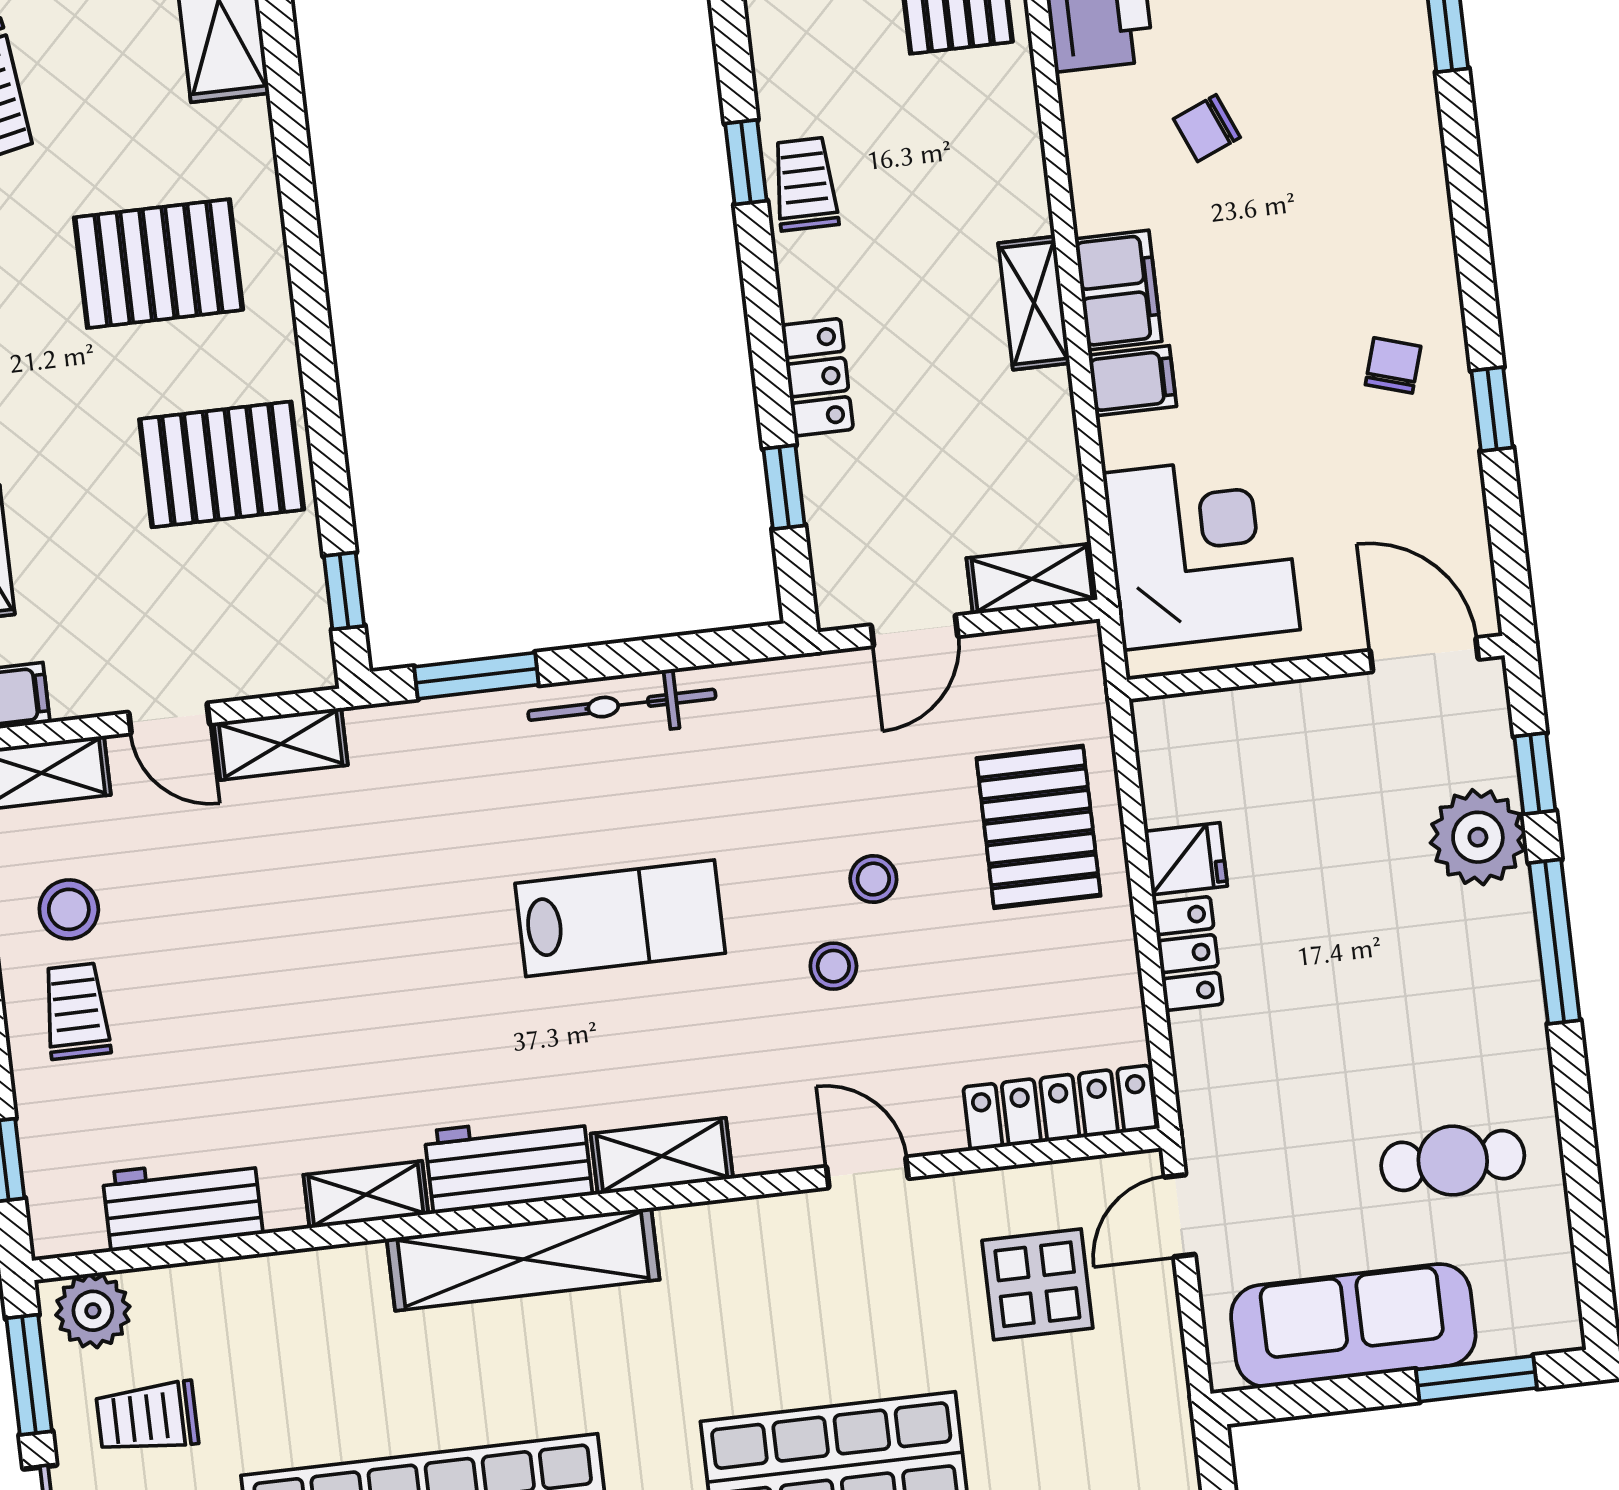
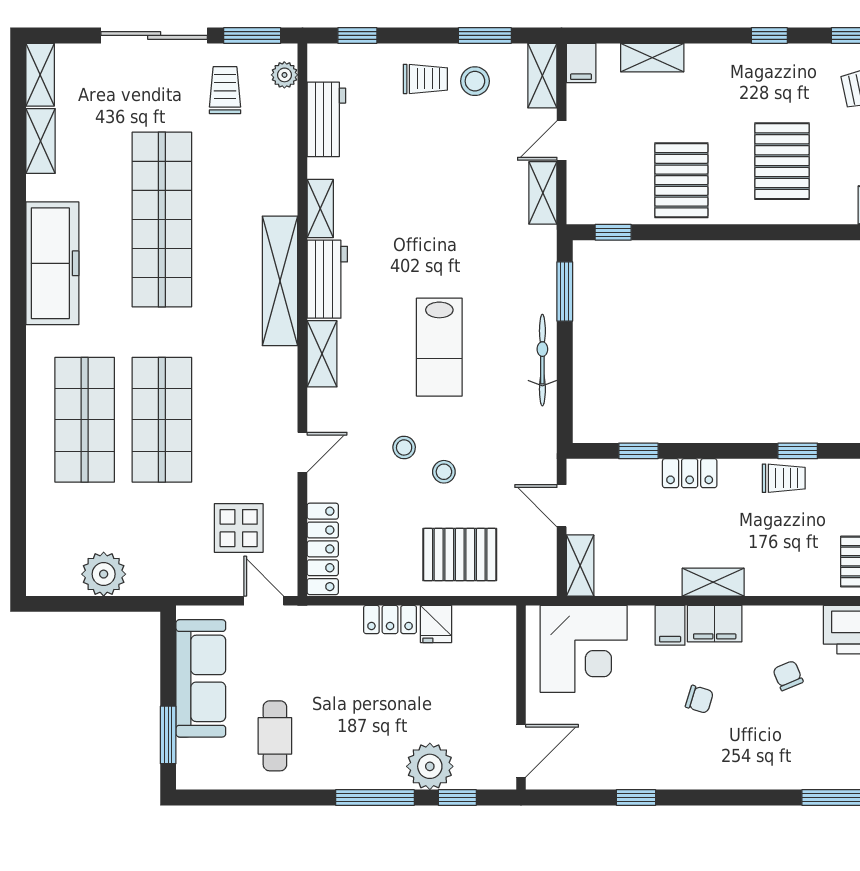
chair: (1393, 365) -> (699, 699), moved
plant: (93, 1311) -> (284, 75), width x0.73, depth x0.73

